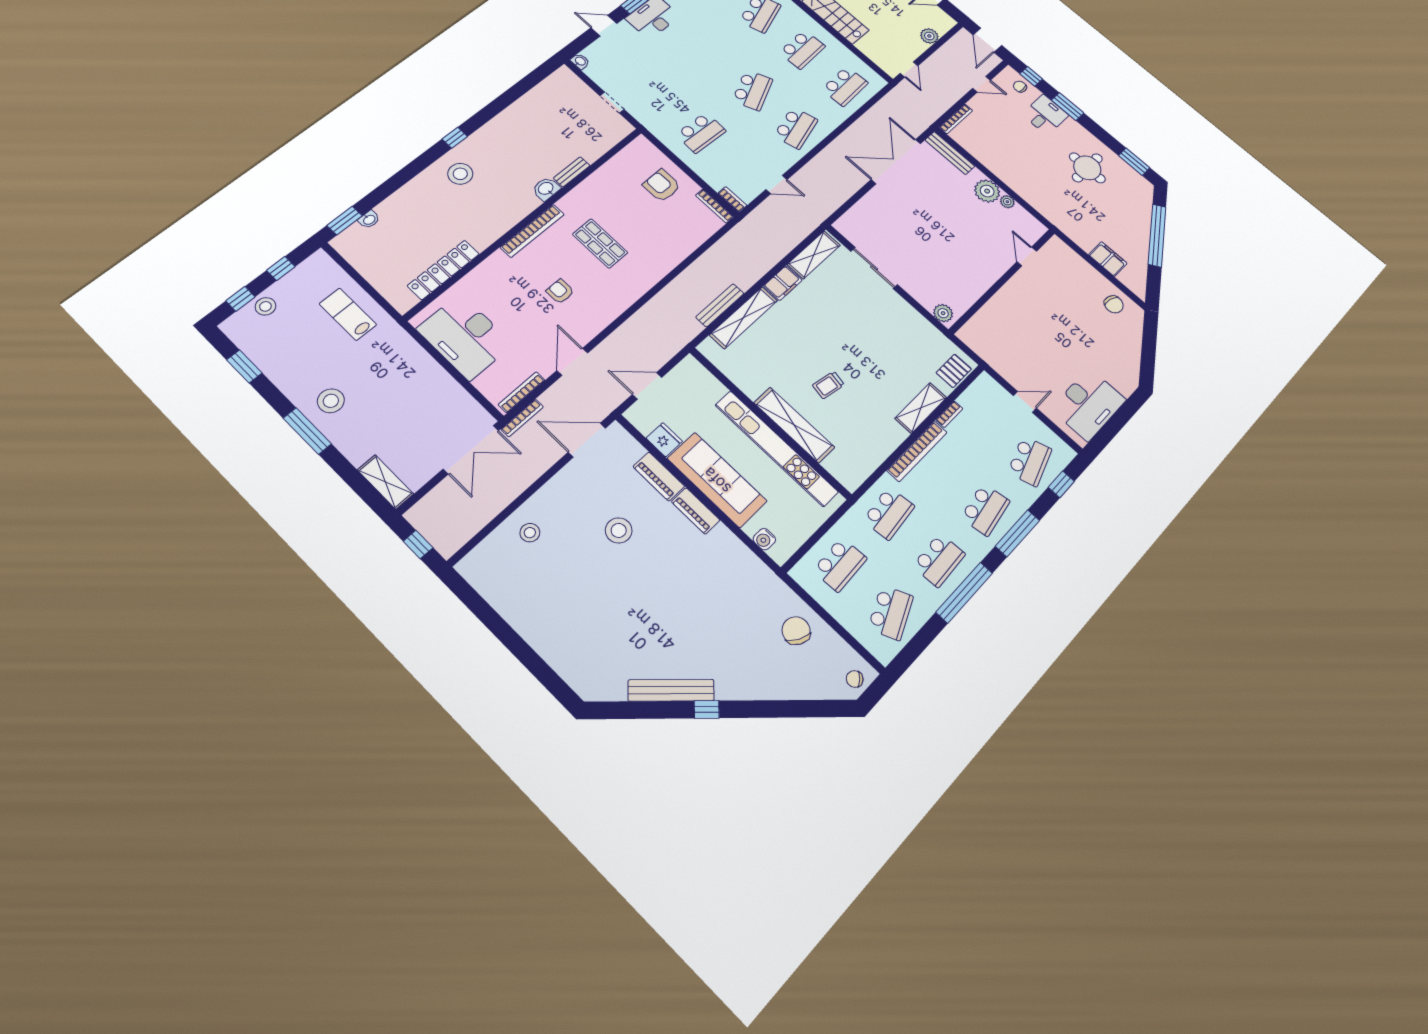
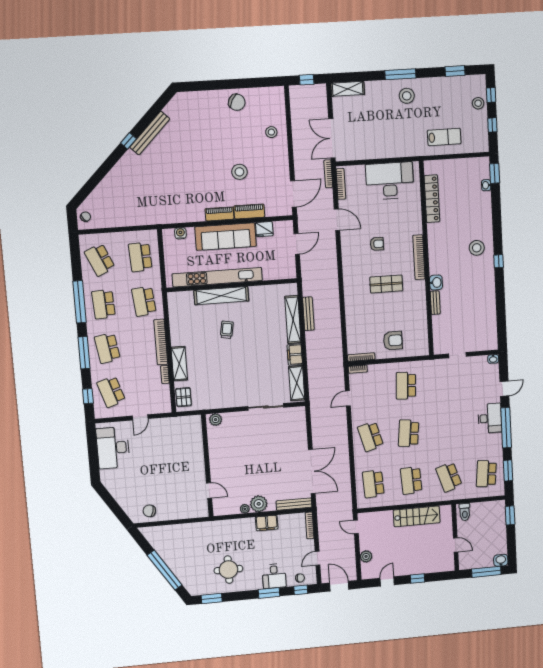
school desk: (753, 90) -> (409, 433), turned 30
filing cabinet: (1108, 259) -> (267, 523), moved
chair: (796, 631) -> (237, 102), moved

